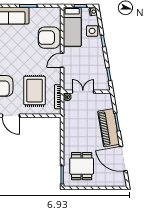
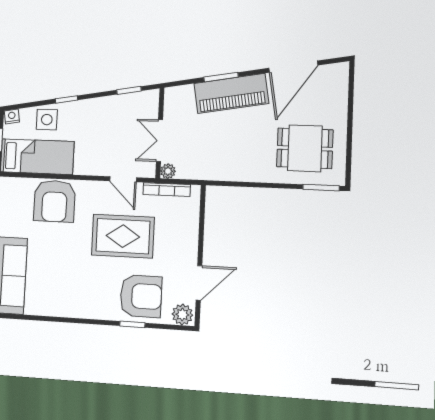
door: (62, 60) -> (123, 179), moved
rug: (35, 91) -> (123, 236), moved

